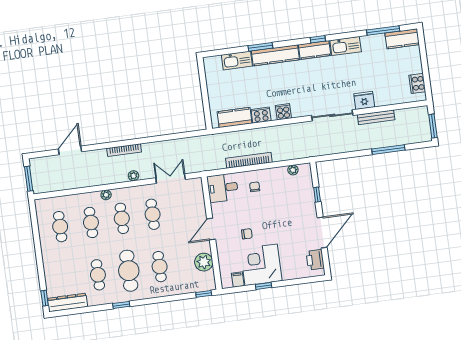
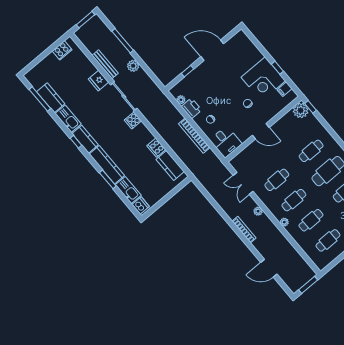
kitchen counter: (402, 39) -> (51, 98), moved
dishwasher: (214, 63) -> (141, 205), added
cooker: (283, 112) -> (133, 120), moved
plant: (357, 144) -> (133, 66), added
printer: (315, 260) -> (191, 108), moved, turned -90
plant: (204, 262) -> (301, 110), moved

